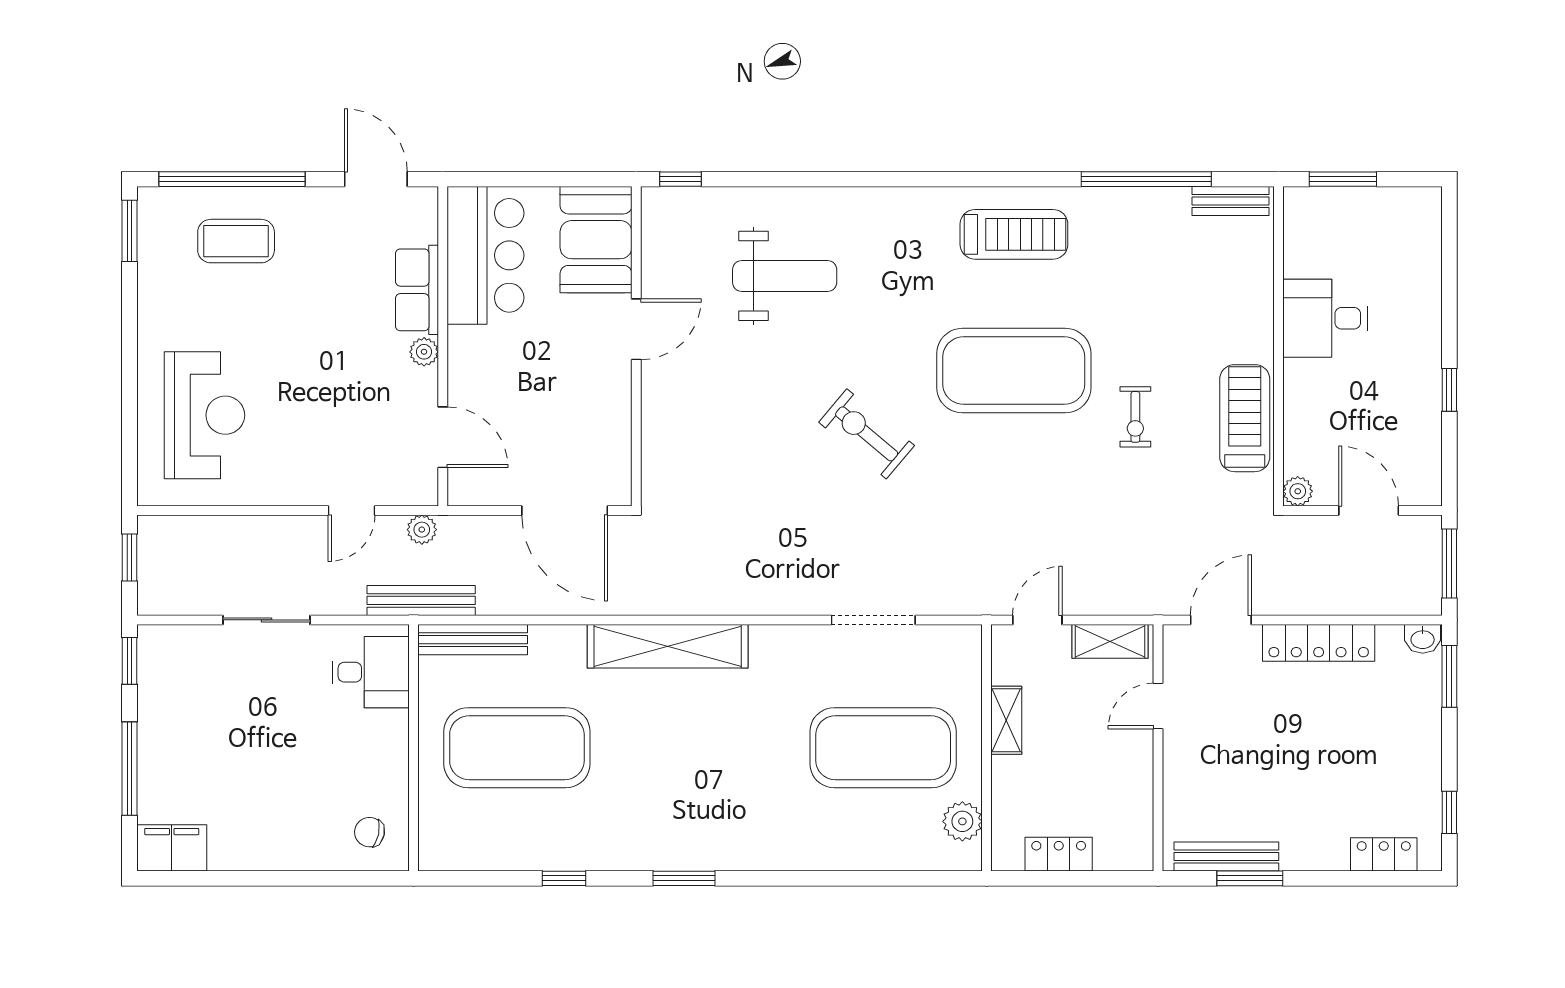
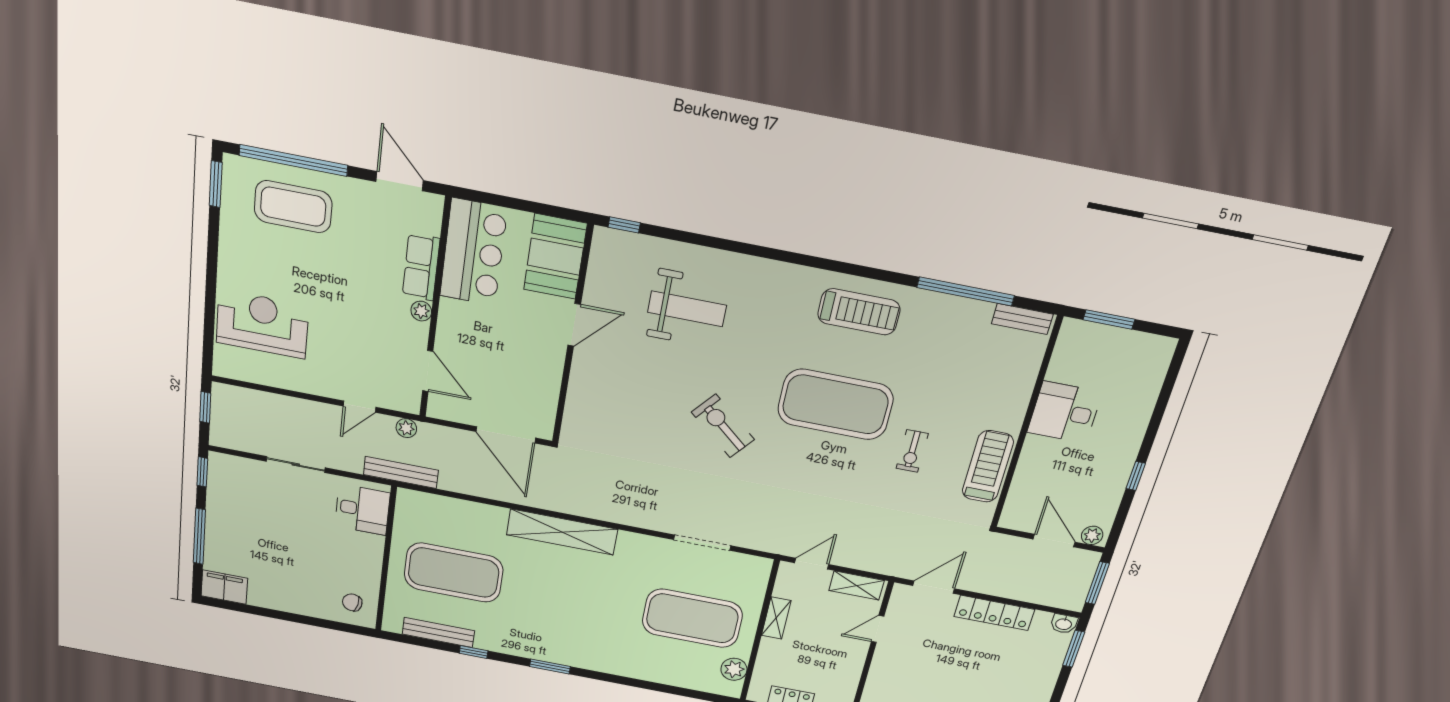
coffee table: (236, 241) -> (293, 207), width x1.36, depth x1.32
reception desk: (204, 415) -> (262, 324), turned -90
plant: (1298, 491) -> (1092, 535), moved
bench: (473, 640) -> (438, 632), moved

